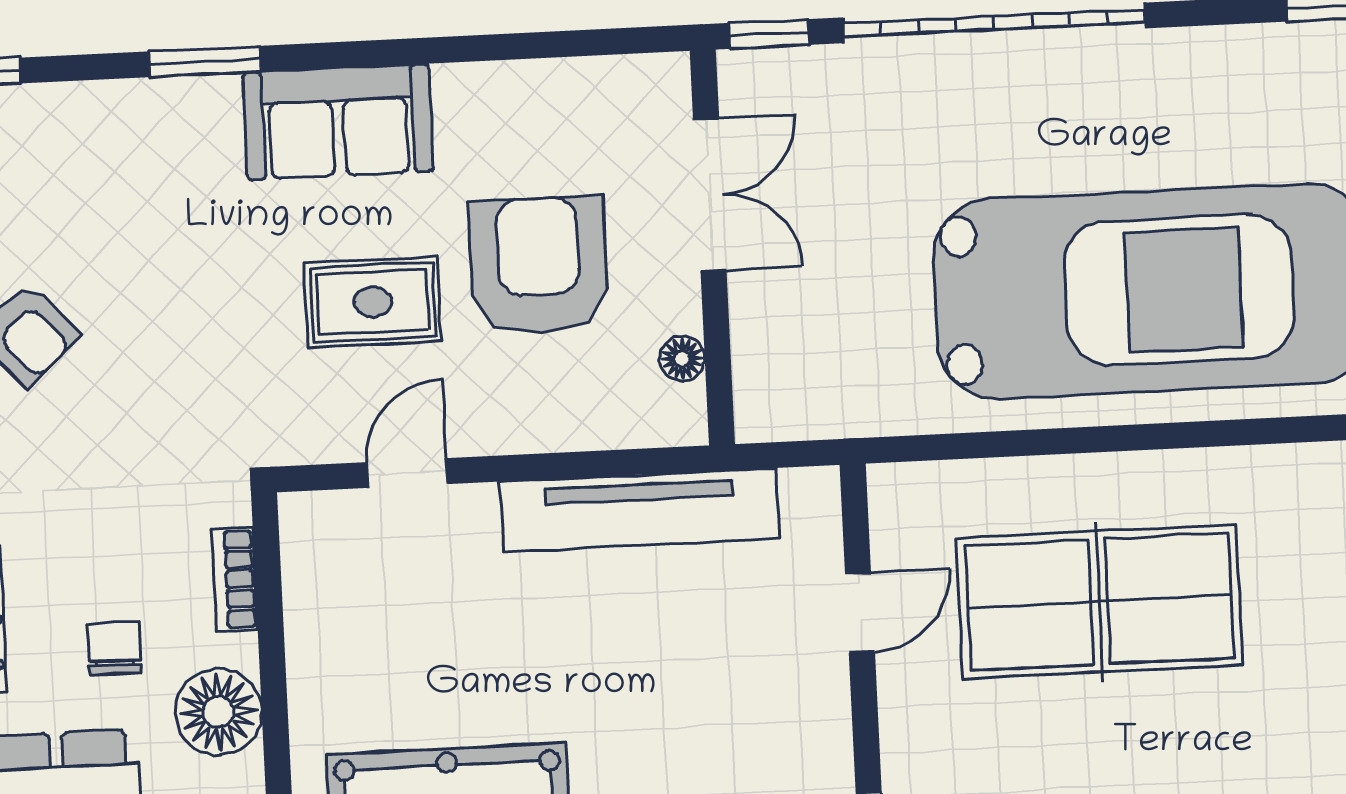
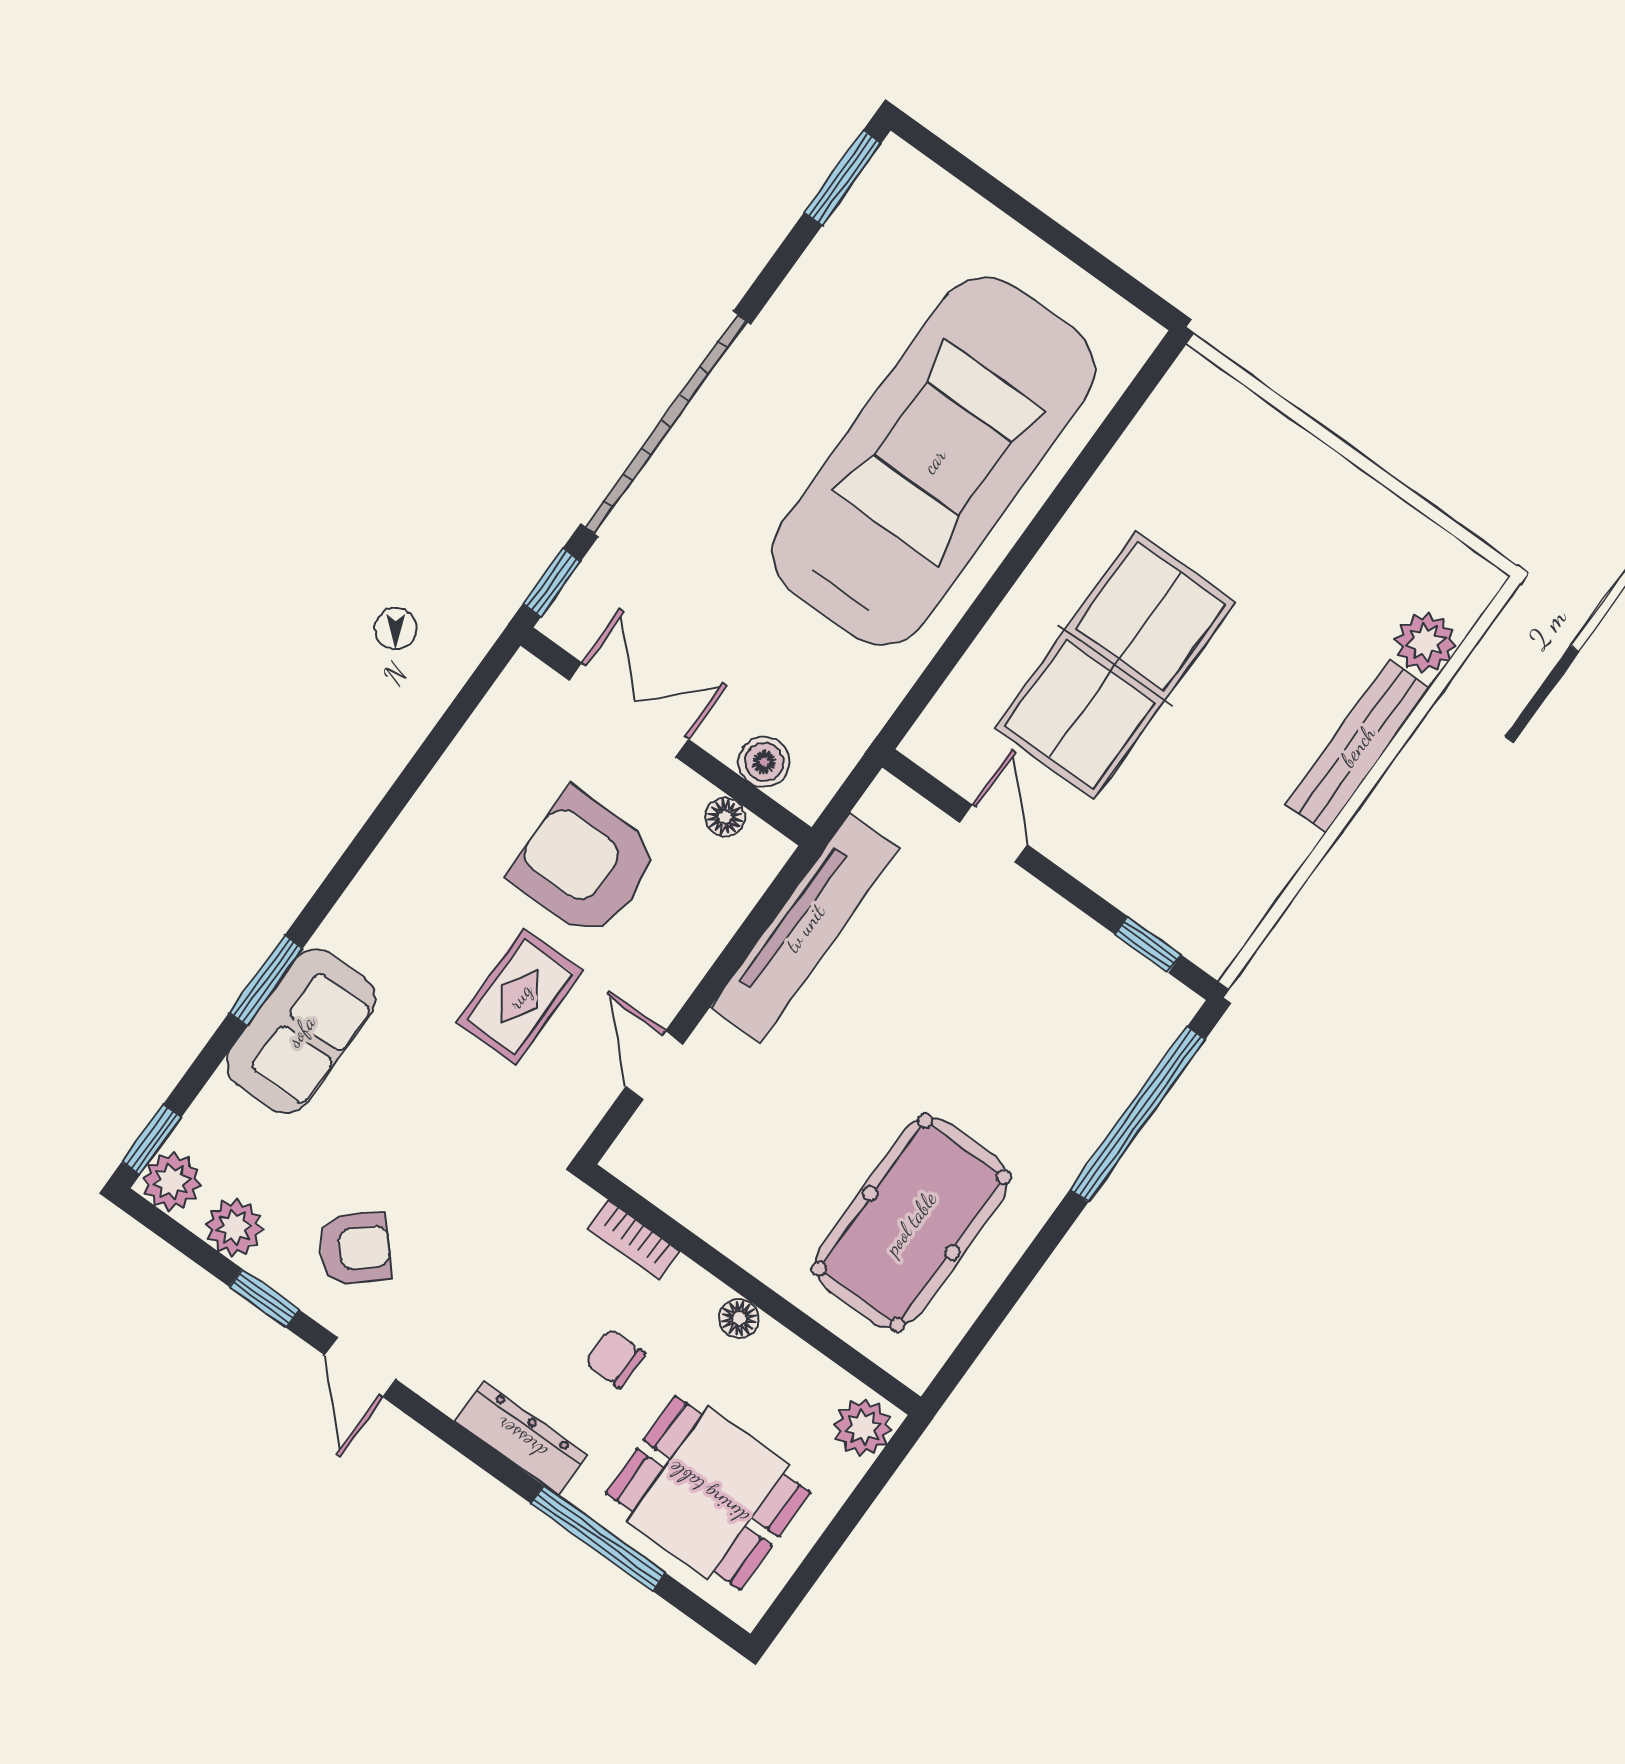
sofa: (338, 122) -> (301, 1031), moved
boiler: (760, 354) -> (764, 762), added
floor lamp: (218, 712) -> (739, 1318), width x0.53, depth x0.53

